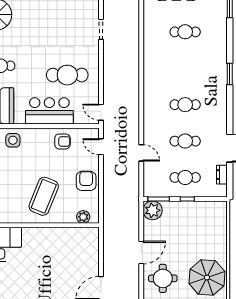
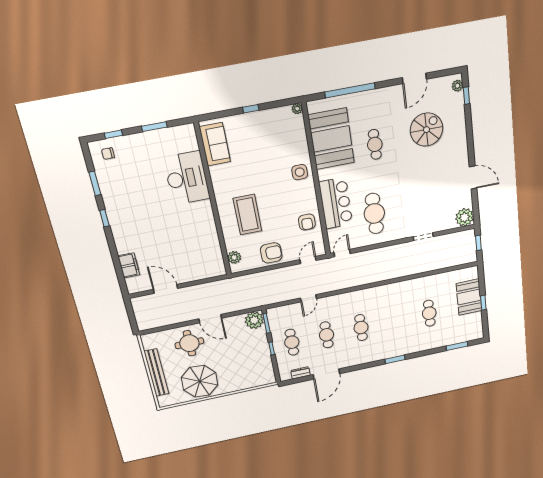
coffee table: (44, 196) -> (247, 215), turned 68

